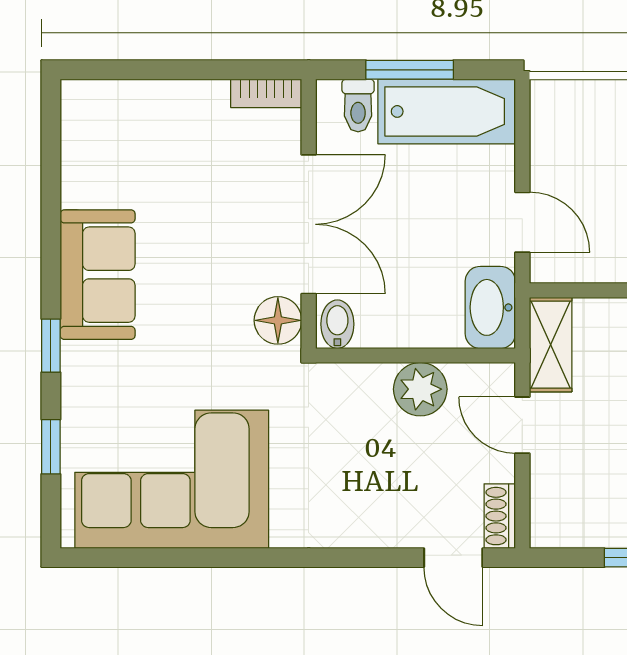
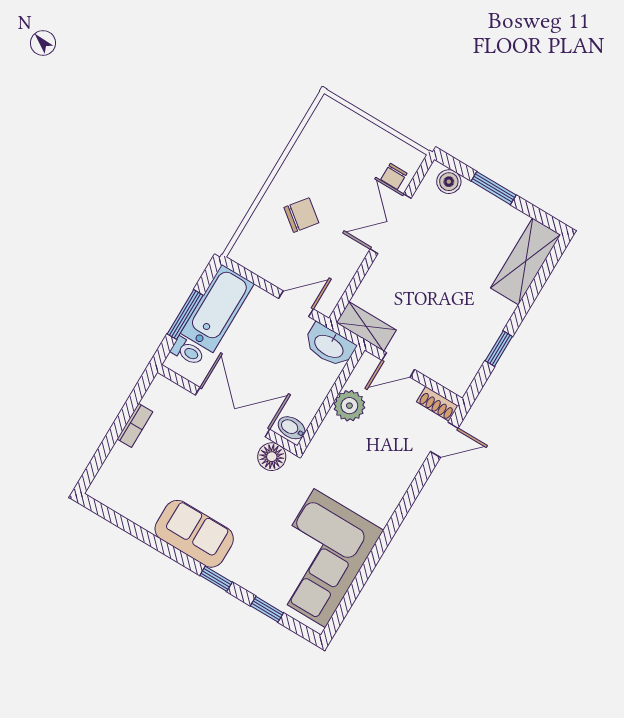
bookcase: (266, 93) -> (135, 425), moved

